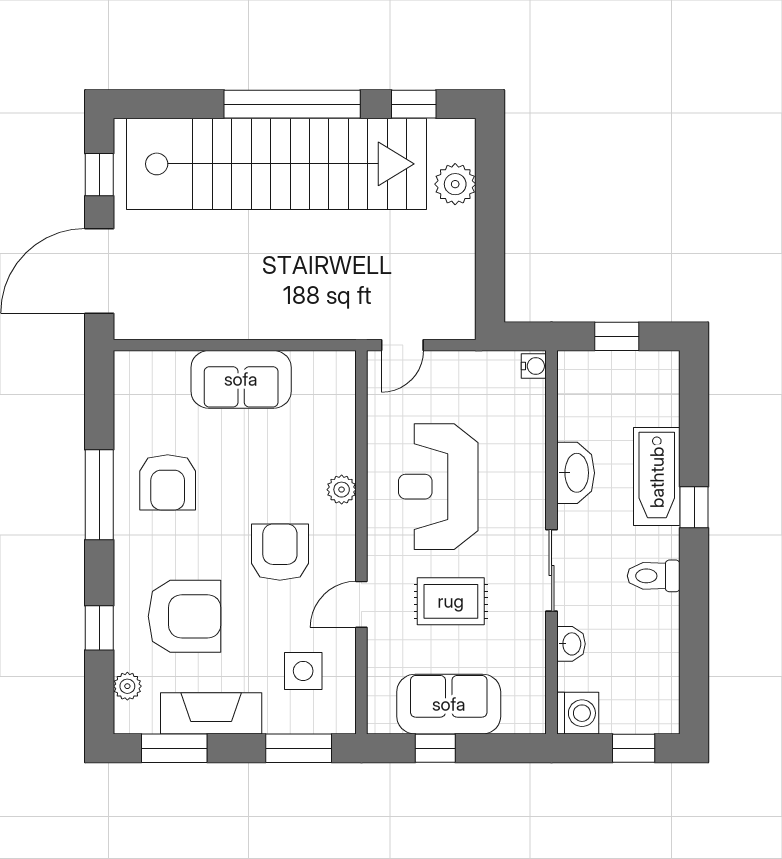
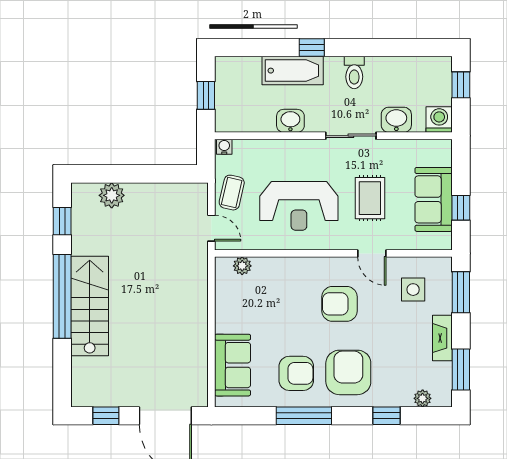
stairs: (277, 164) -> (90, 306), width x0.54, depth x0.66
coffee table: (460, 378) -> (232, 193), added
sofa: (241, 379) -> (233, 365), moved
washbasin: (576, 473) -> (290, 121), width x0.72
plant: (342, 490) -> (242, 266), moved
armchair: (184, 616) -> (348, 372), moved
washbasin: (571, 644) -> (396, 120), width x1.38, depth x1.45
fireplace: (211, 713) -> (442, 338), width x0.73, depth x0.76

